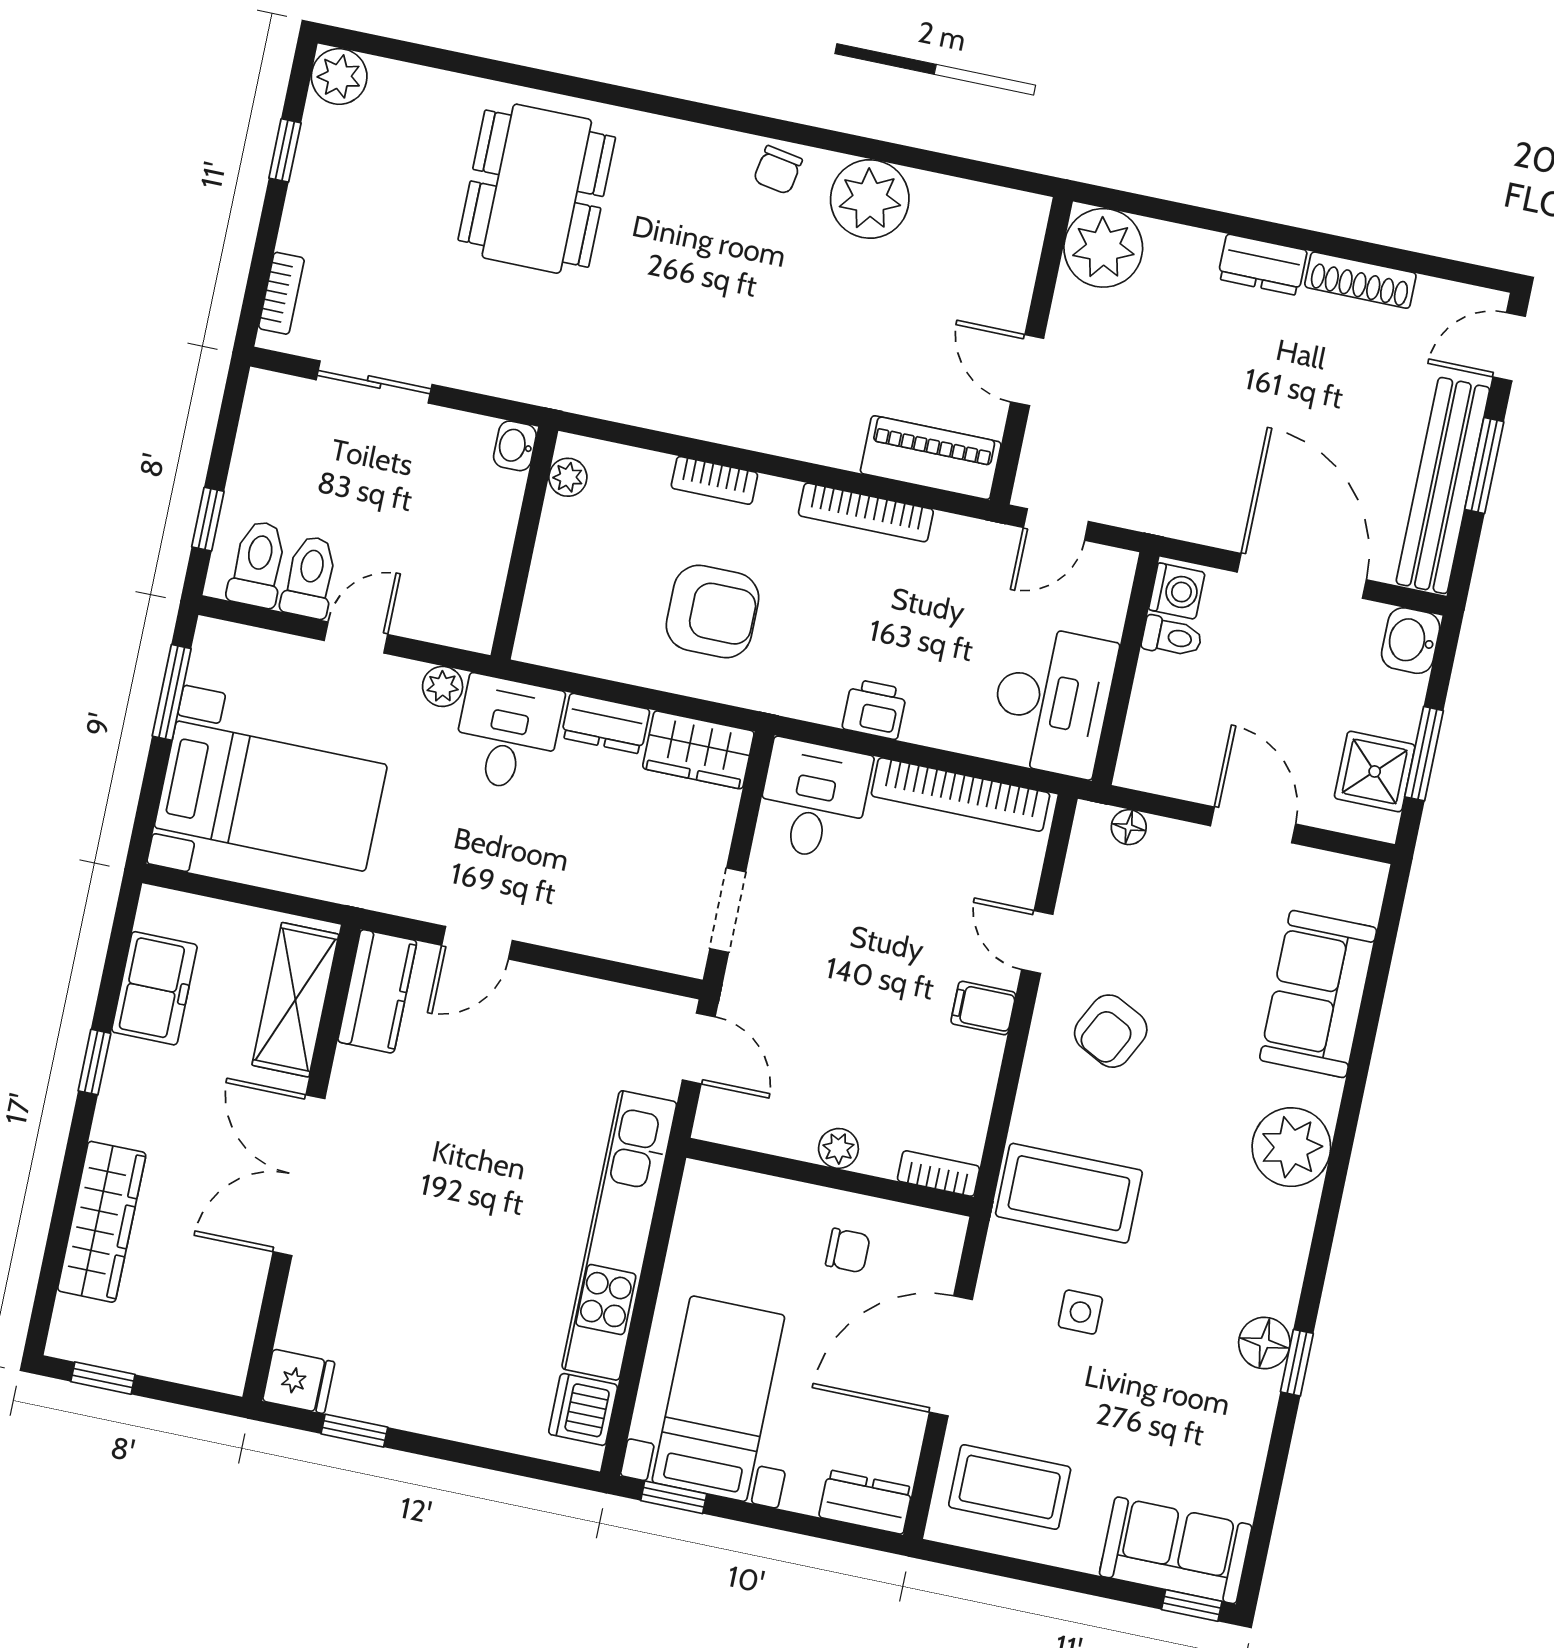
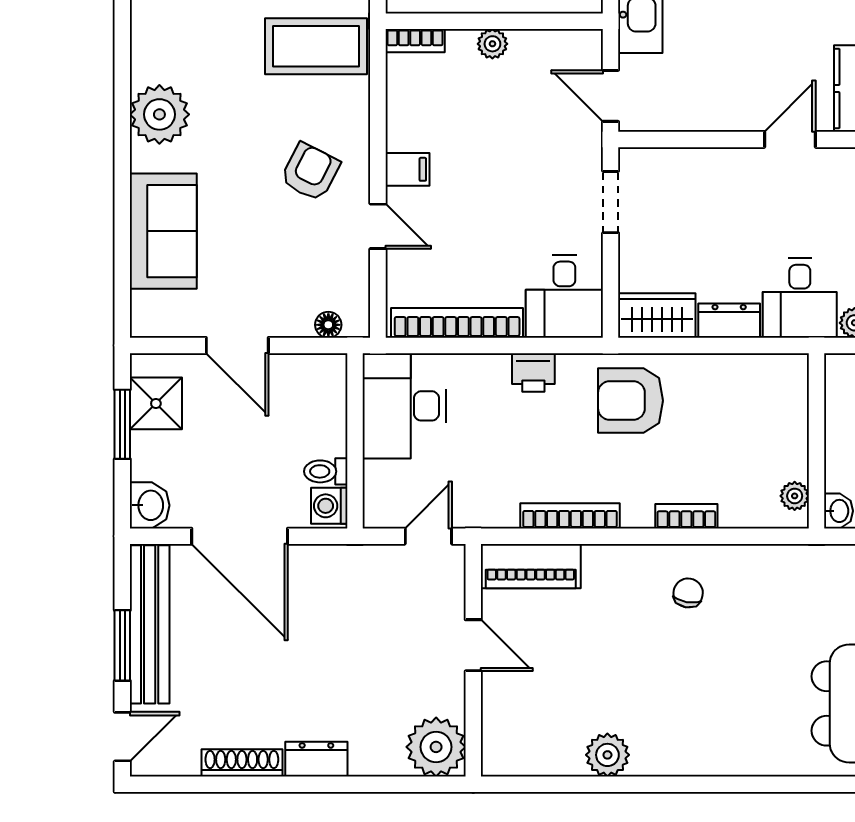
chair: (778, 170) -> (688, 593), moved
plant: (870, 199) -> (607, 755), width x0.73, depth x0.73
armchair: (712, 611) -> (630, 401), moved

